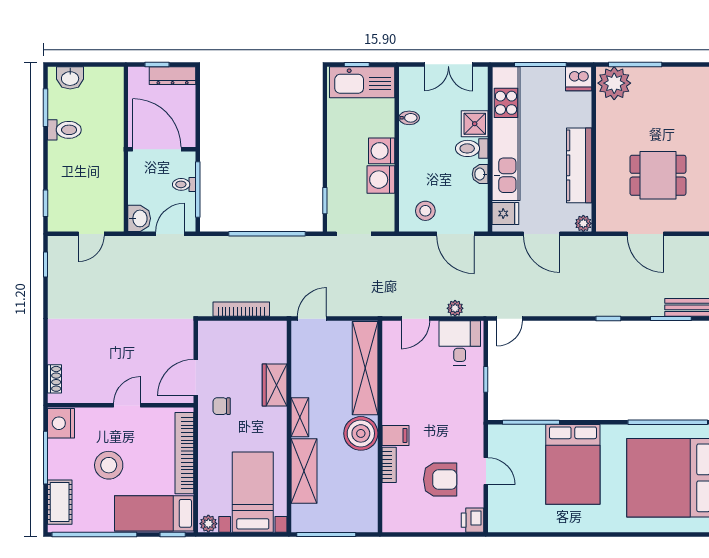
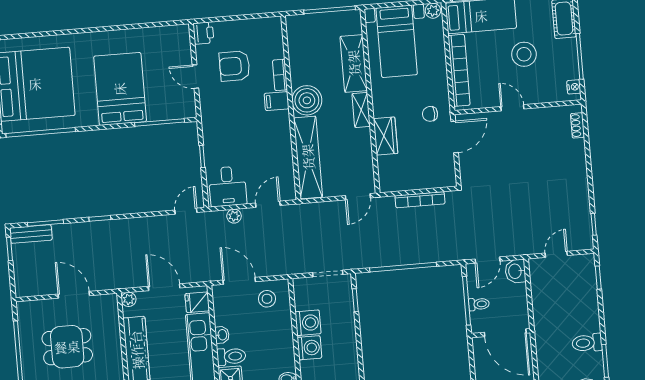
door: (127, 405) -> (512, 108), swing flipped
chair: (222, 406) -> (430, 114), turned 180
nightstand: (61, 423) -> (574, 87), width x0.53, depth x0.56

